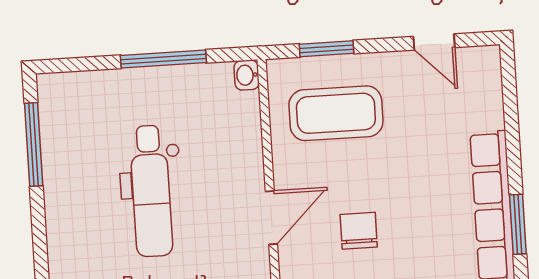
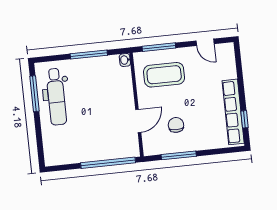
window: (327, 49) -> (159, 47), width x1.44
dental chair: (151, 191) -> (56, 97), moved
window: (518, 224) -> (244, 119), width x0.67

